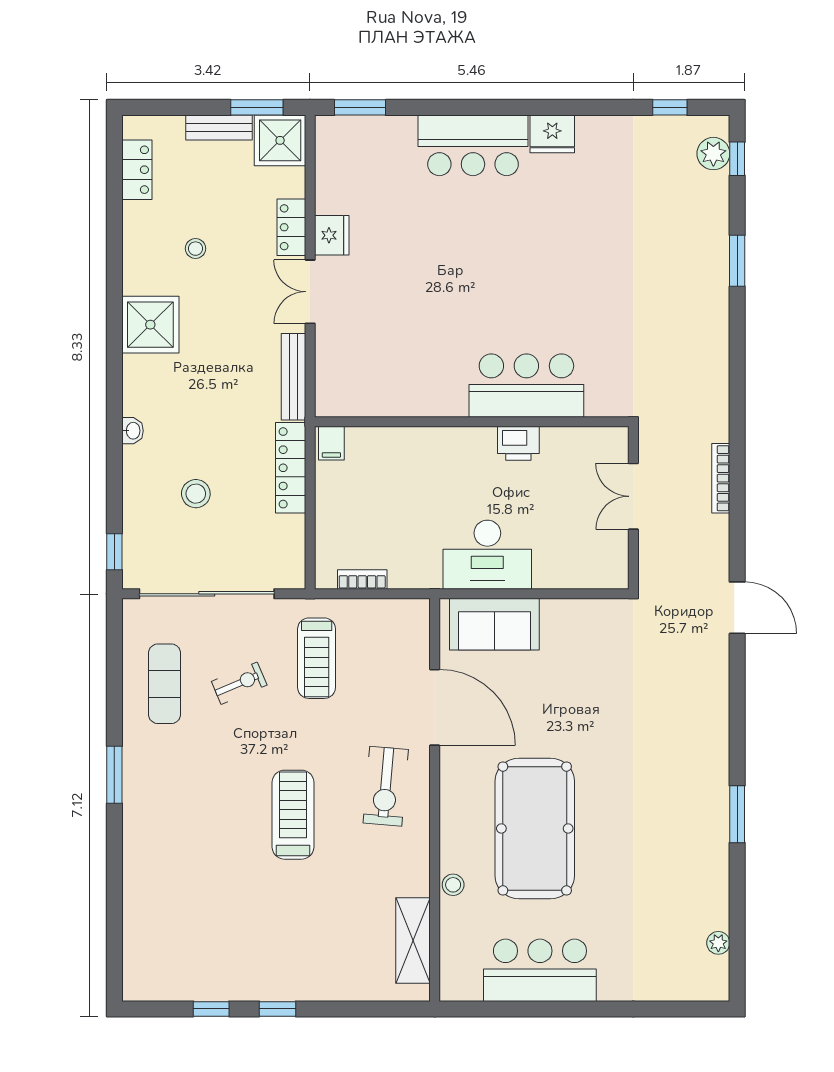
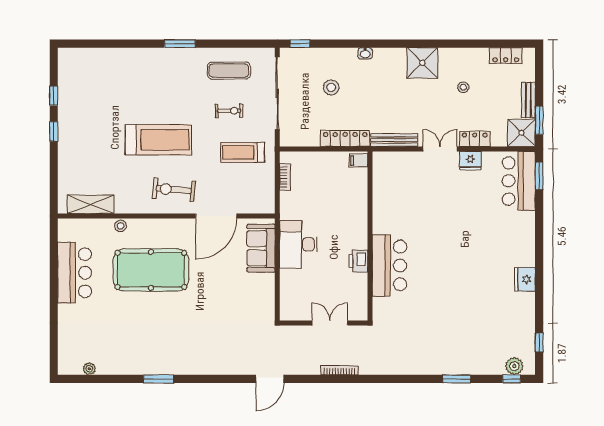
bar counter: (473, 145) -> (519, 181), moved
exercise bike: (239, 683) -> (229, 111), turned -67
treadmill: (293, 815) -> (158, 140), width x1.37, depth x1.37

